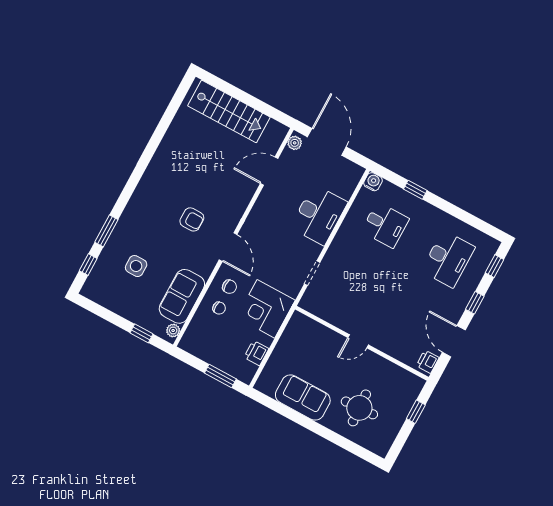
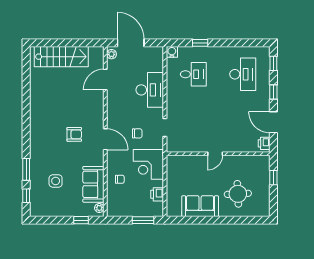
chair: (229, 287) -> (137, 133), moved

